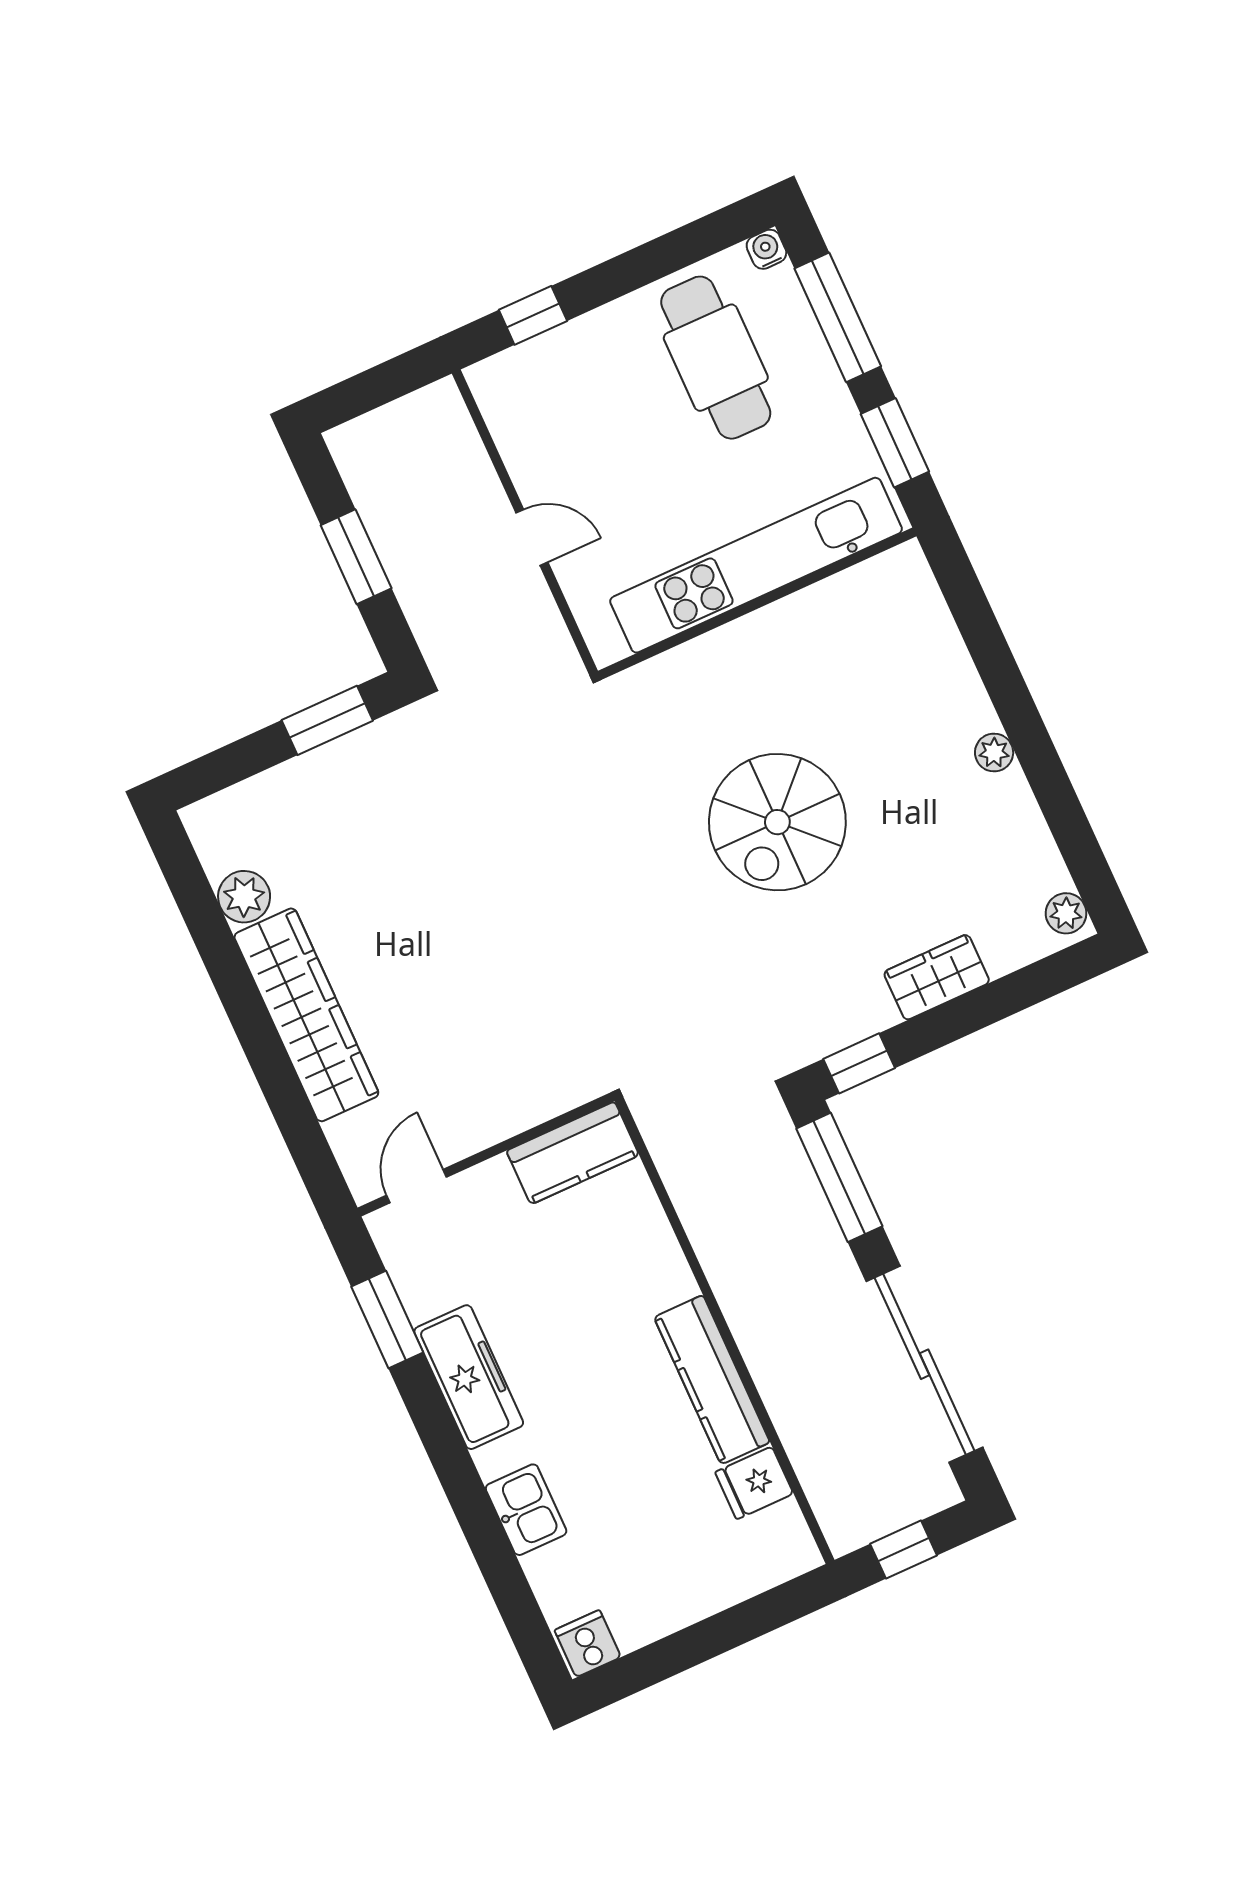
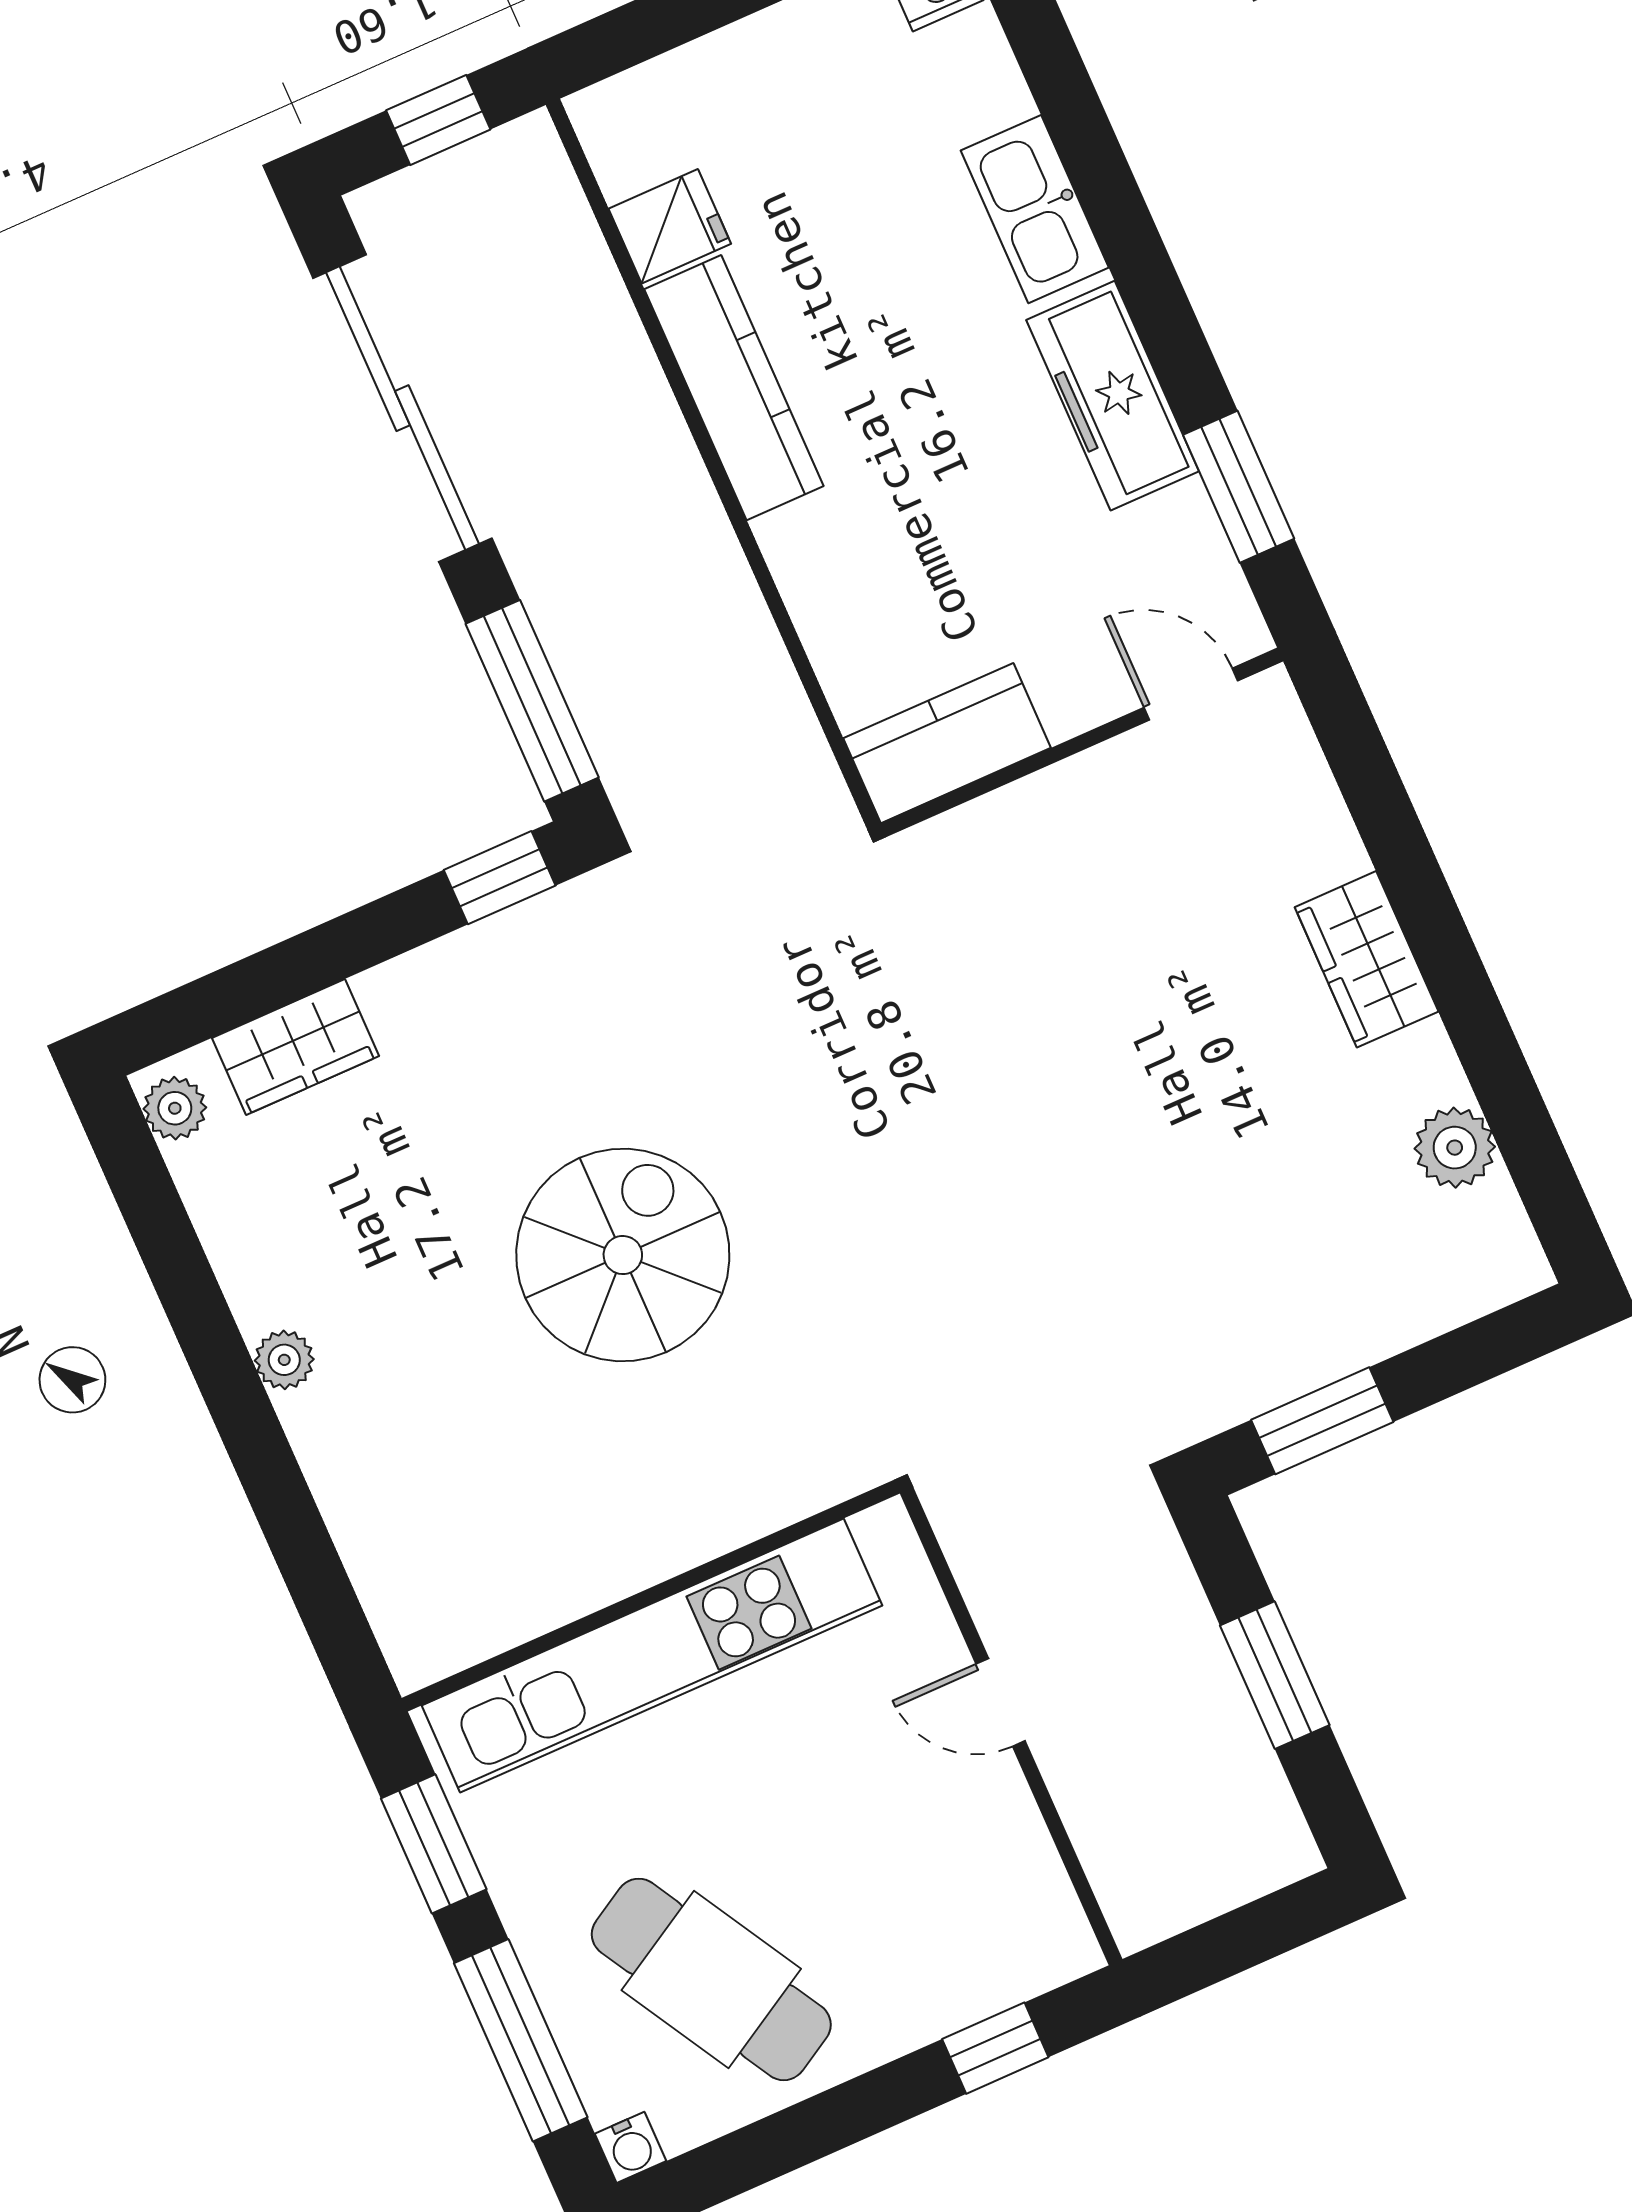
cafe table: (716, 358) -> (711, 1979), turned -30
wardrobe: (937, 977) -> (295, 1047), moved
wardrobe: (306, 1015) -> (1367, 959), width x0.48, depth x0.85
door: (417, 1186) -> (1191, 694), swing flipped
kitchen sink: (526, 1510) -> (1035, 209), width x1.38

